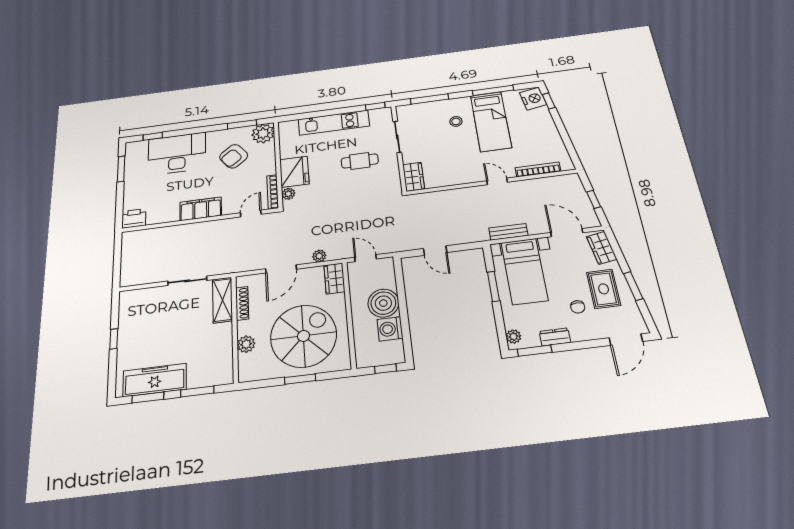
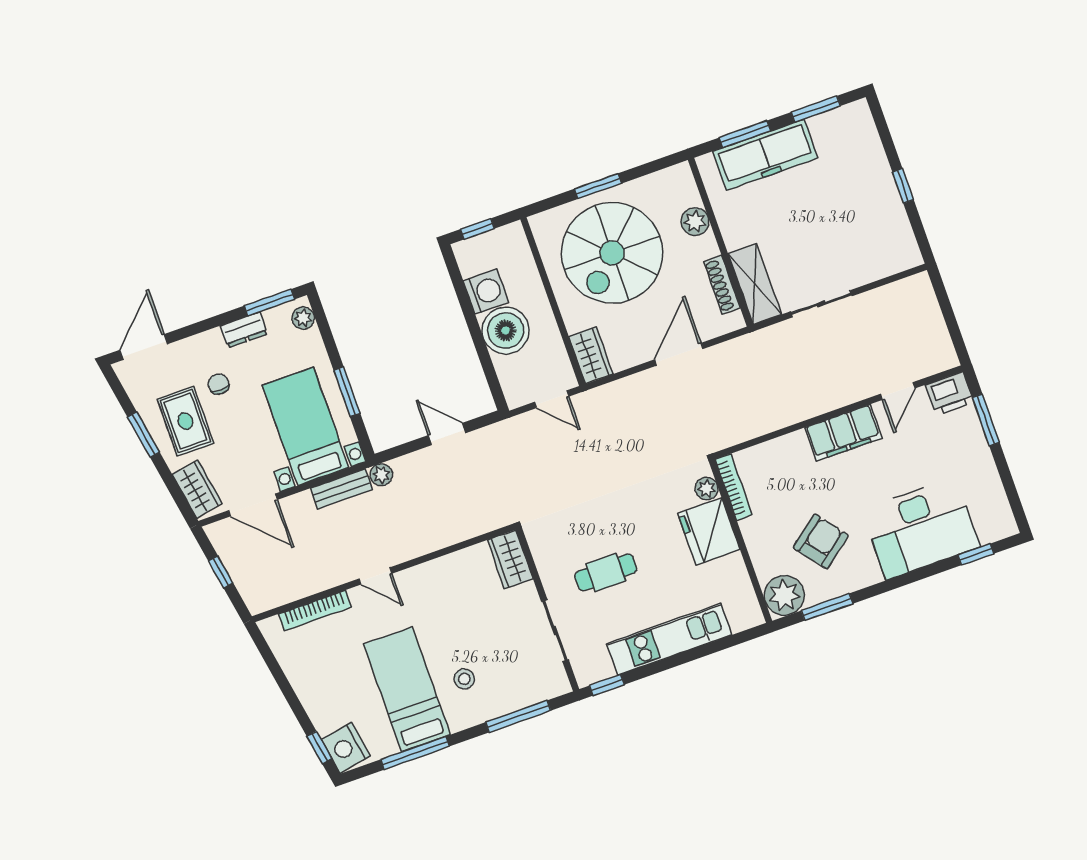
window: (121, 169) -> (986, 420), moved
door: (251, 213) -> (898, 391), moved
plant: (319, 256) -> (381, 475), moved
freezer: (155, 380) -> (765, 155), moved

